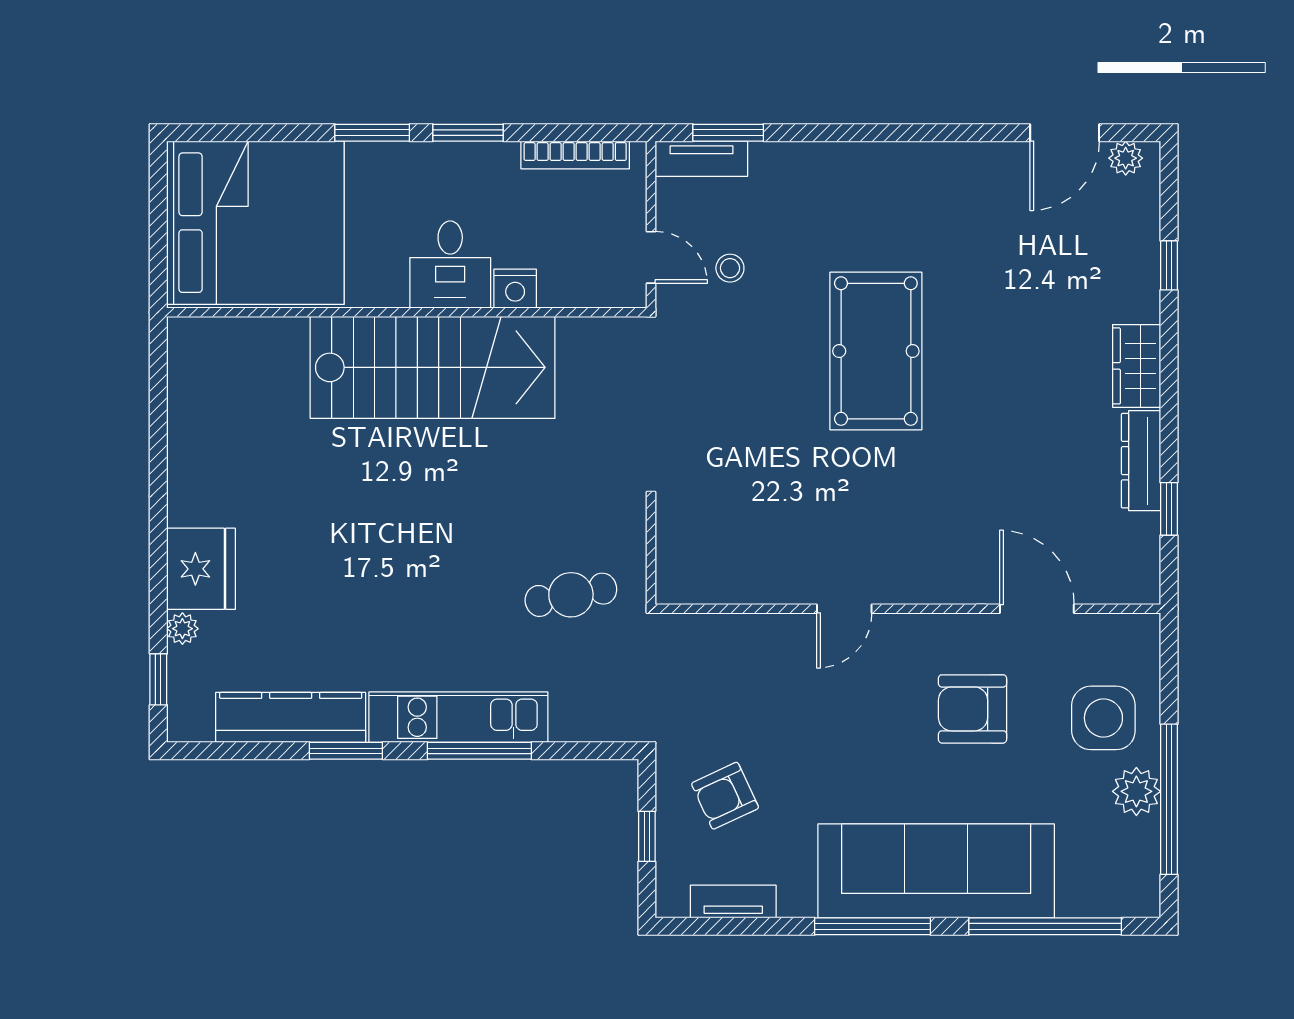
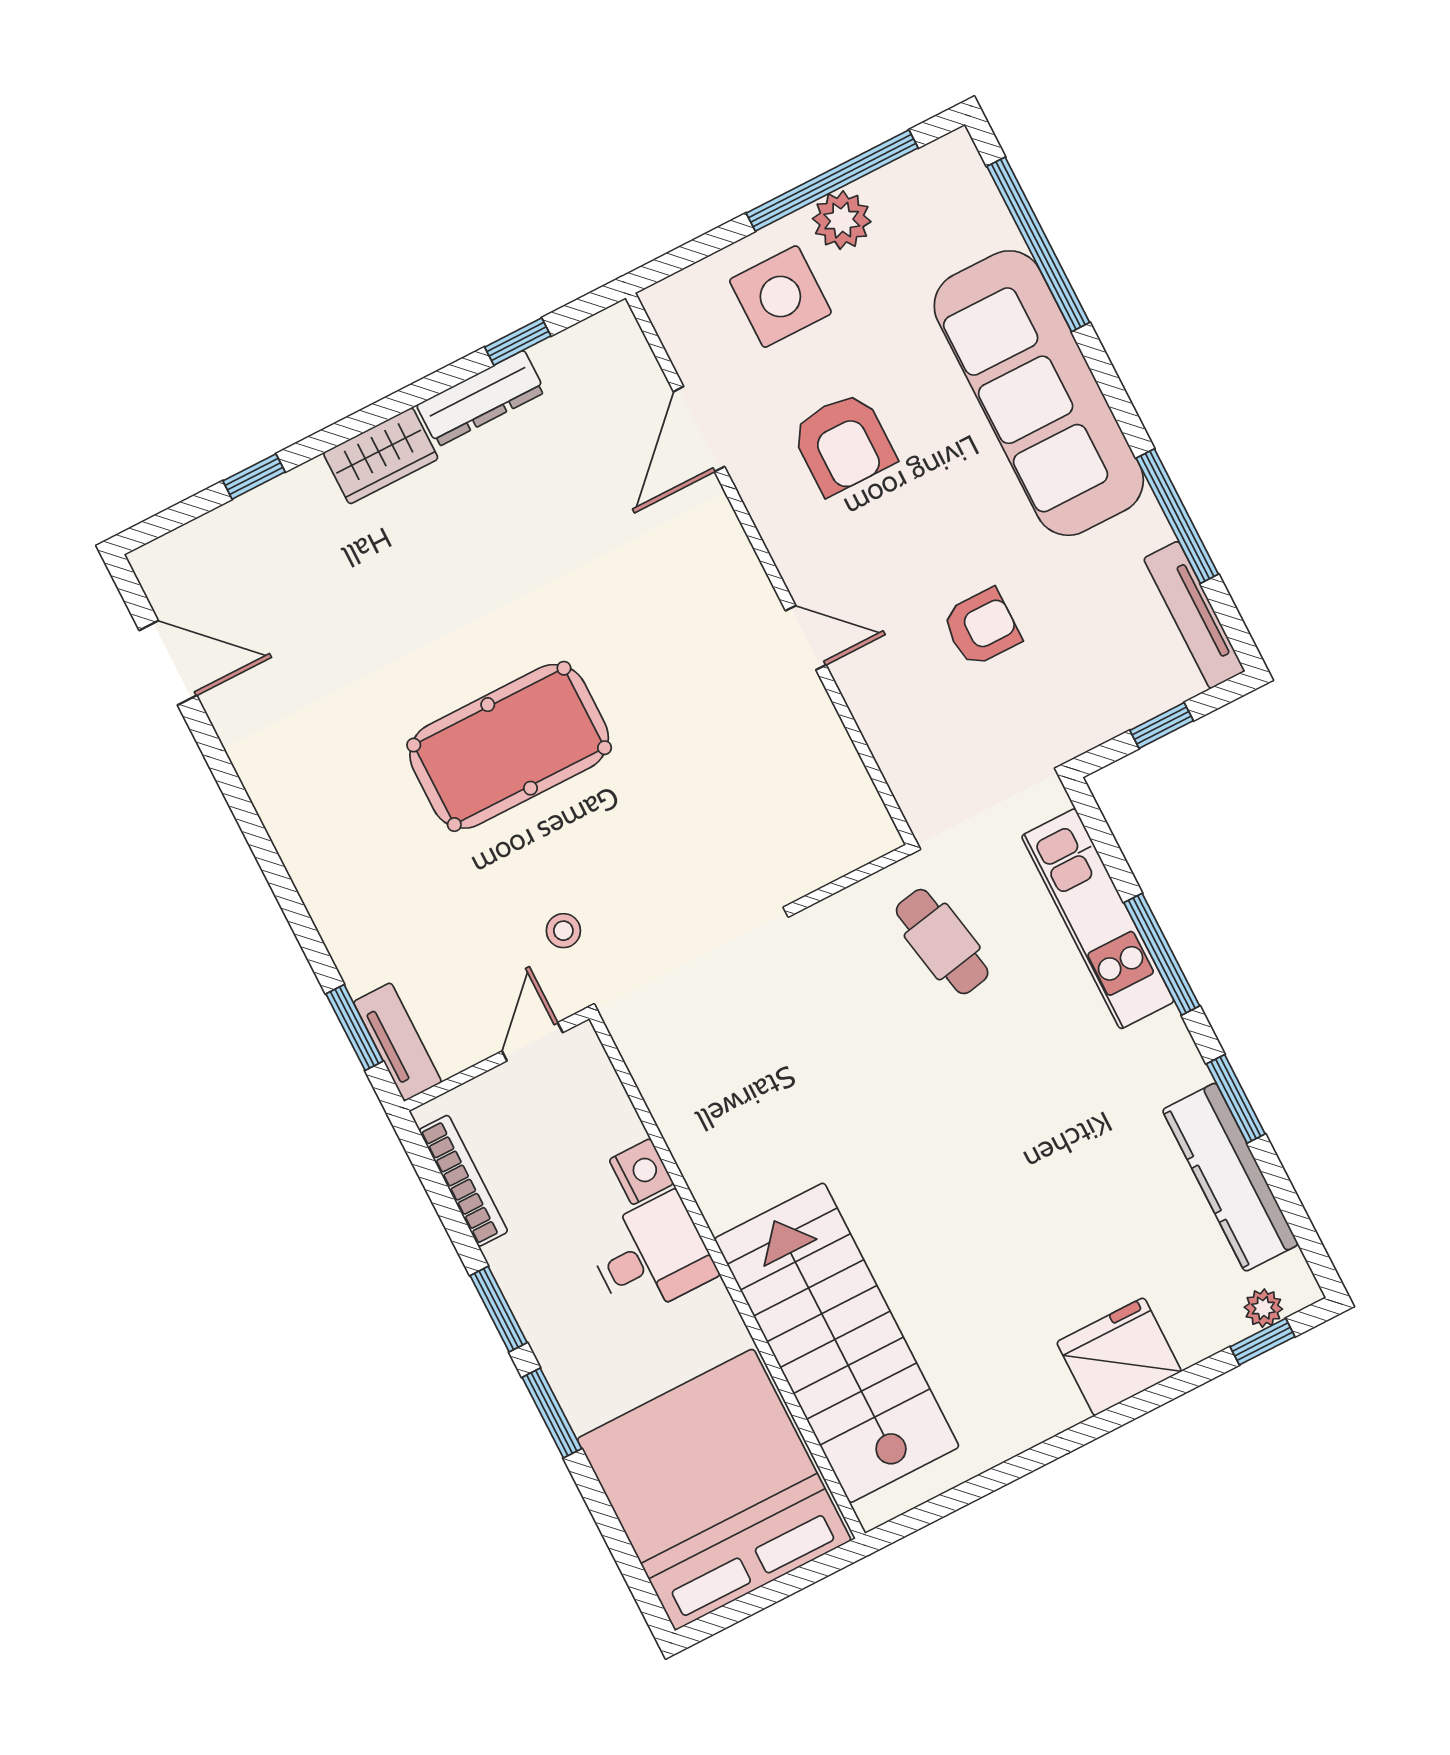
plant: (1126, 158) -> (162, 583), removed
stool: (730, 268) -> (563, 931), moved
stairs: (433, 367) -> (837, 1343), moved
plant: (182, 629) -> (1263, 1308), moved
kitchen unit: (458, 717) -> (1098, 919), moved
armchair: (725, 796) -> (982, 627), moved, turned -65
tv unit: (733, 902) -> (1194, 615), width x1.41
window: (872, 926) -> (1177, 516), moved

